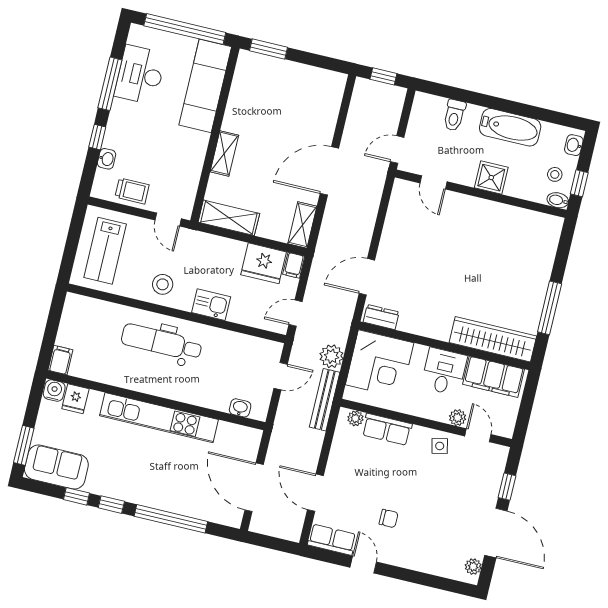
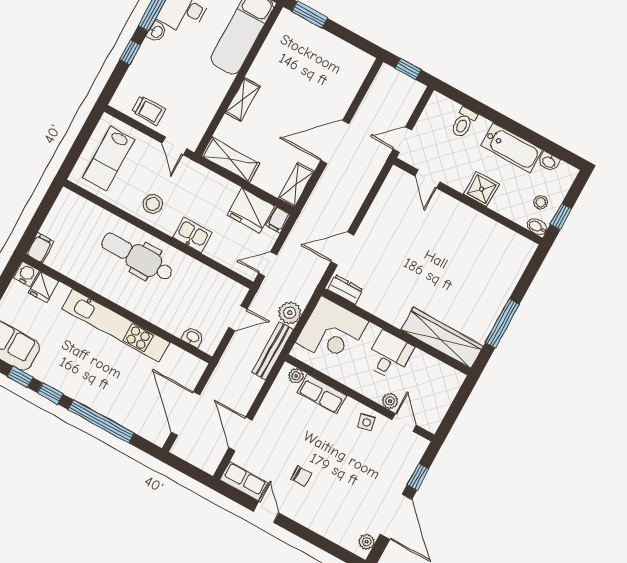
washbasin: (574, 145) -> (549, 162), moved, turned -90
washbasin: (107, 159) -> (157, 32), moved
filing cabinet: (494, 377) -> (433, 373), removed

